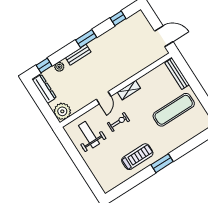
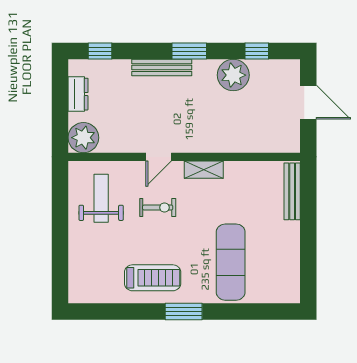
door: (164, 36) -> (308, 102), moved
bench: (78, 55) -> (162, 68), width x1.36
plant: (59, 67) -> (233, 75), moved, width x1.88, depth x1.88
dresser: (44, 89) -> (78, 94), width x0.70
exercise mat: (174, 110) -> (231, 262), moved, turned 90

